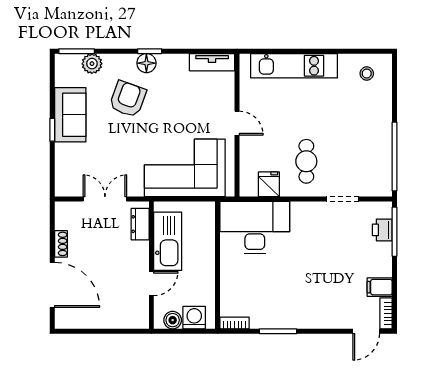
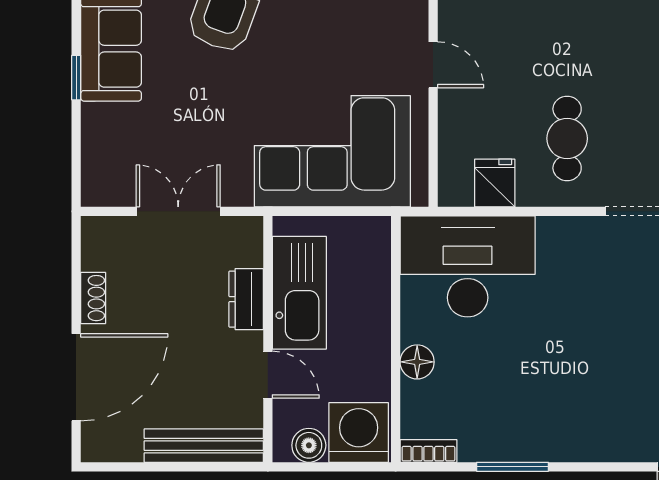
dresser: (140, 224) -> (246, 299), moved
floor lamp: (229, 277) -> (417, 362), added
door: (151, 284) -> (268, 375), hinge flipped
door: (52, 285) -> (76, 377), hinge flipped
washing machine: (194, 318) -> (359, 432), width x1.37, depth x1.37
bench: (118, 320) -> (204, 446), added

